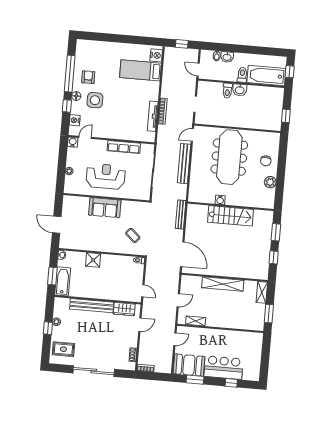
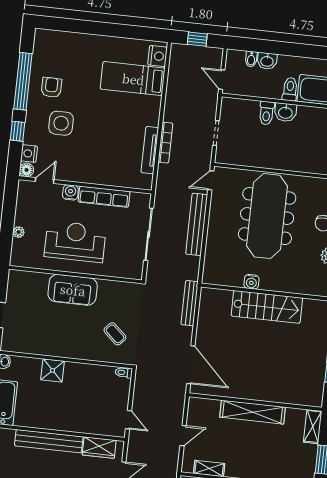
floor lamp: (76, 96) -> (27, 170), moved
water cooler: (73, 142) -> (70, 192), moved

